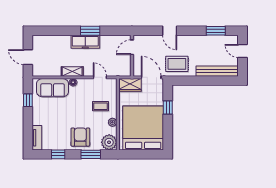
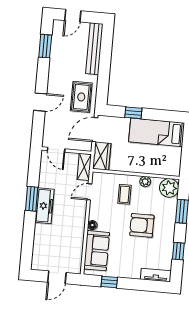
shelving: (72, 71) -> (84, 167), moved
bed: (143, 128) -> (157, 132), width x0.49
armchair: (80, 137) -> (142, 225), moved

